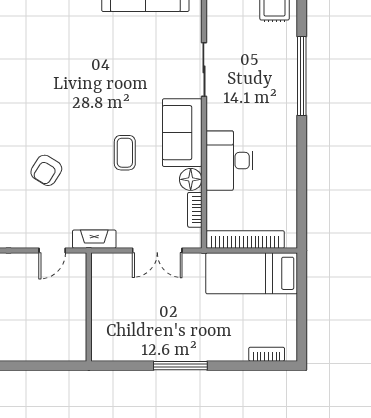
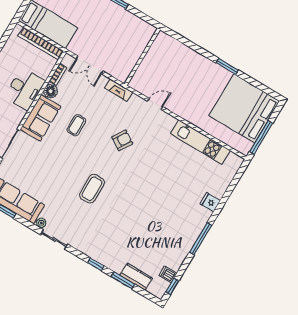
coffee table: (48, 75) -> (92, 189), added
door: (52, 251) -> (155, 104), moved
double door: (157, 251) -> (90, 65), swing flipped

